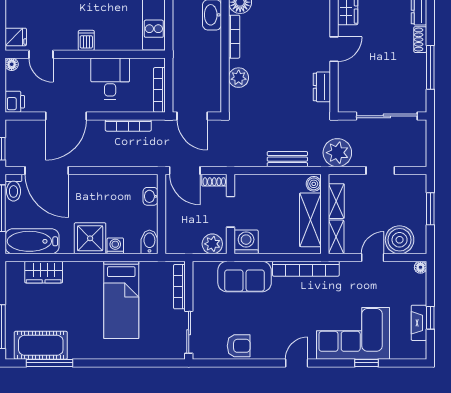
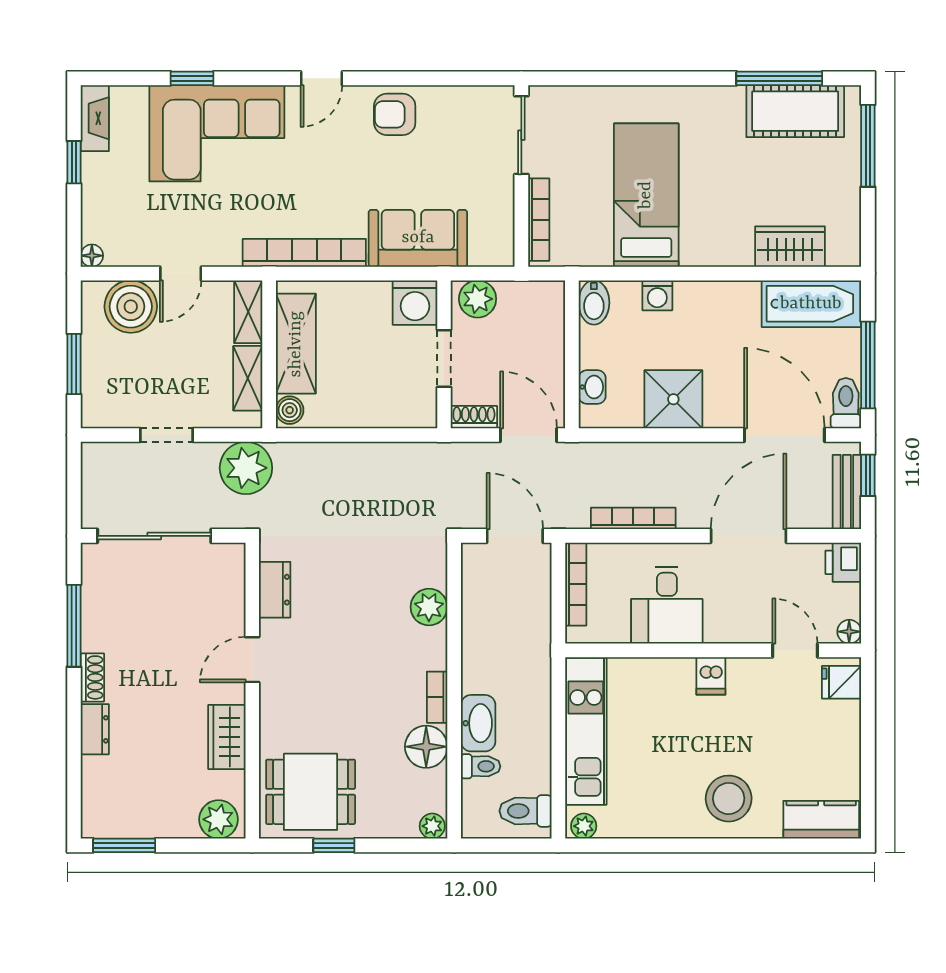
bookcase: (234, 37) -> (437, 697), width x0.64
bench: (287, 159) -> (847, 492), moved, turned 90
shower: (90, 238) -> (673, 399), moved
fireplace: (419, 323) -> (95, 118), moved
armchair: (239, 346) -> (395, 114), moved

